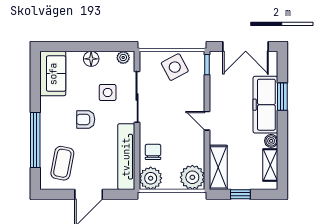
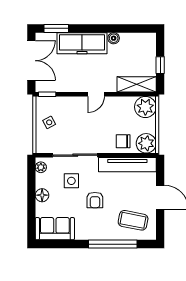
side table: (175, 67) -> (49, 122), width x0.54, depth x0.54
window: (282, 97) -> (56, 28), moved
shelving: (270, 165) -> (135, 39), removed

